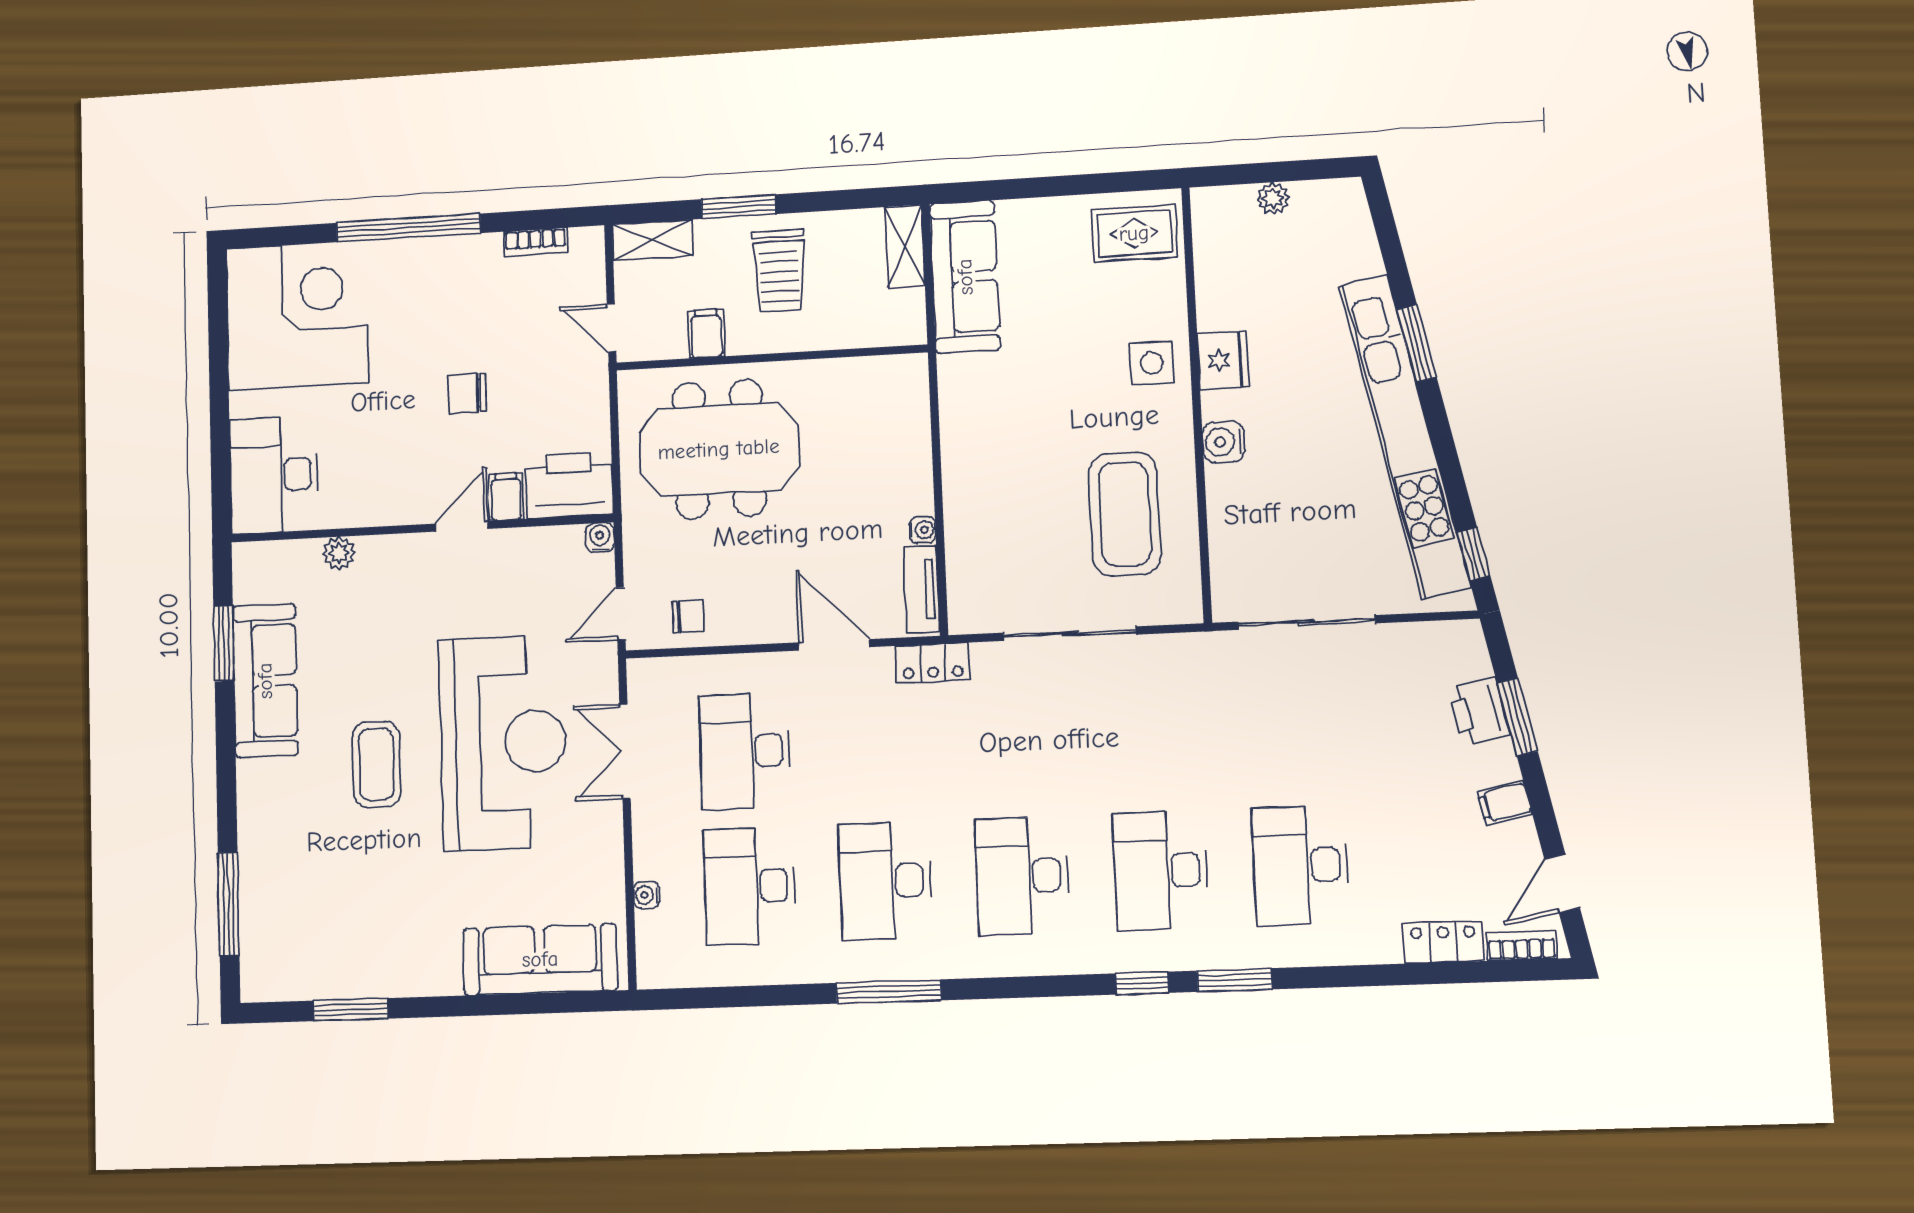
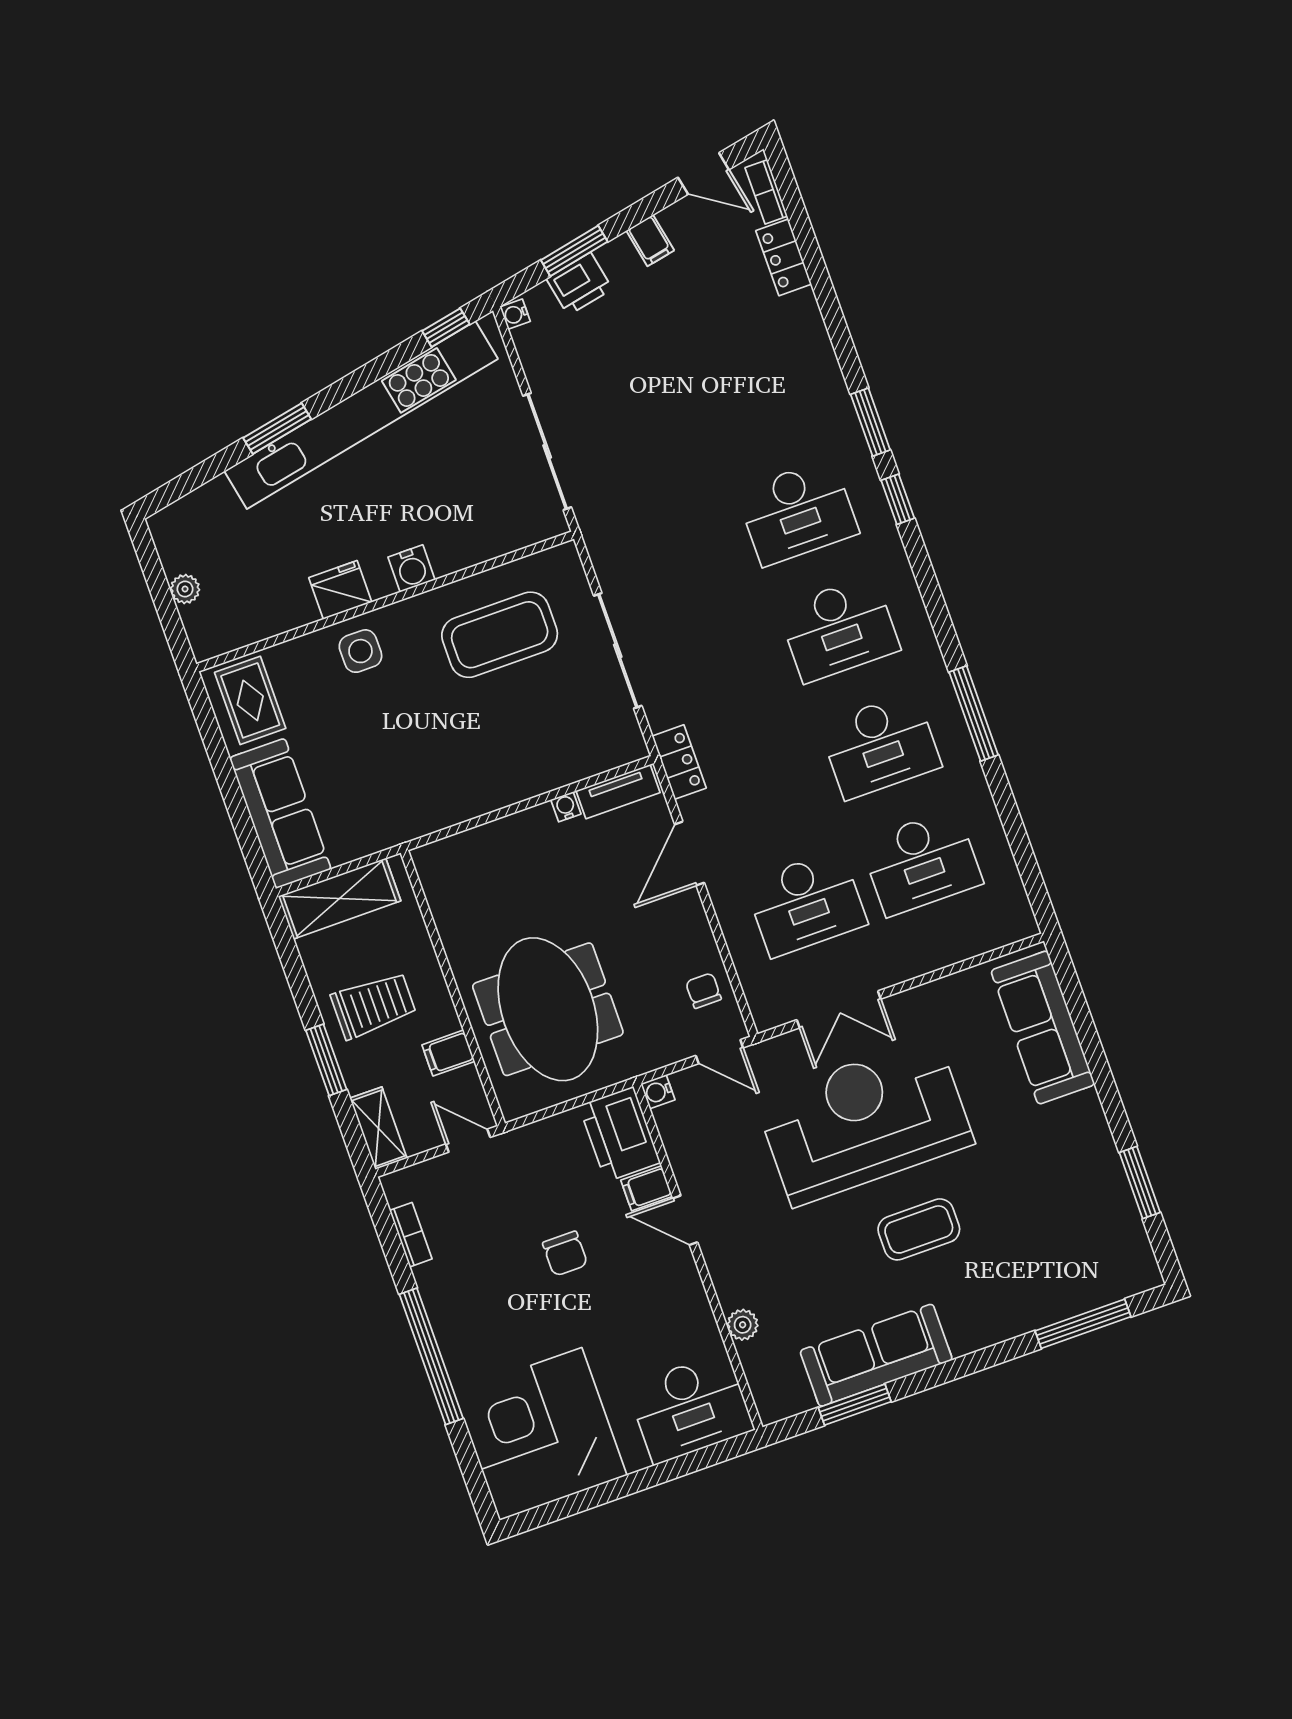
shelving: (905, 246) -> (339, 898), width x1.50, depth x1.33
sofa: (965, 277) -> (280, 813), moved, turned 90
door: (611, 328) -> (468, 1141), swing flipped
desk: (1300, 865) -> (756, 395), removed
water cooler: (647, 895) -> (515, 314), moved, turned 90

